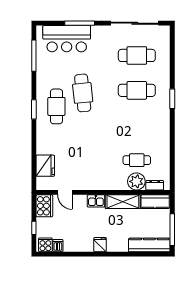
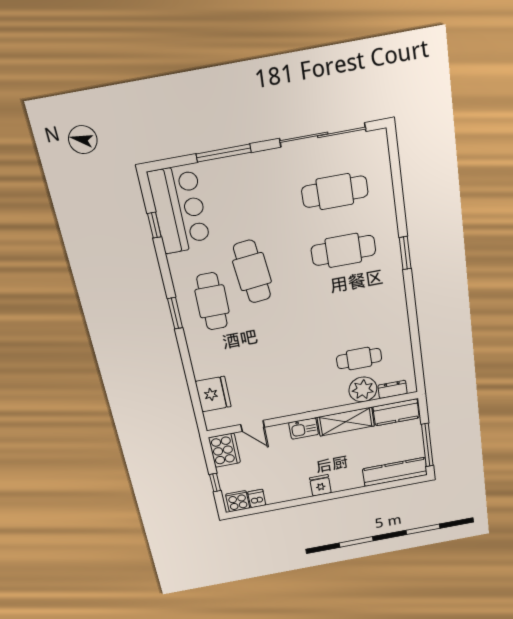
bar counter: (67, 39) -> (179, 210), moved, turned -90
window: (34, 56) -> (154, 225), width x0.46

